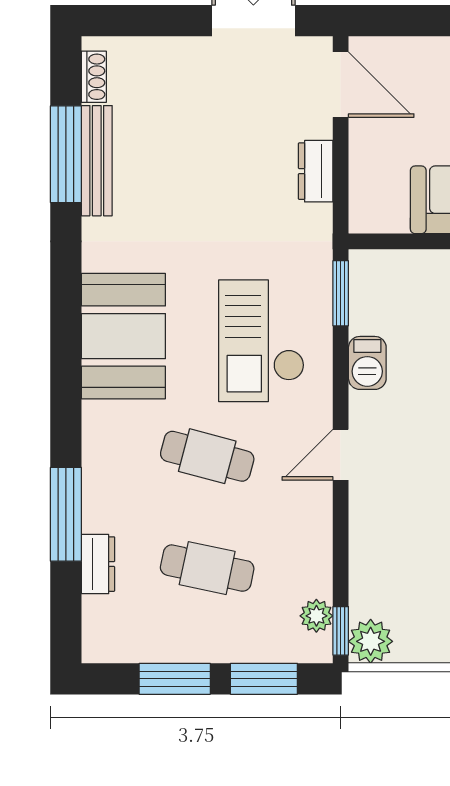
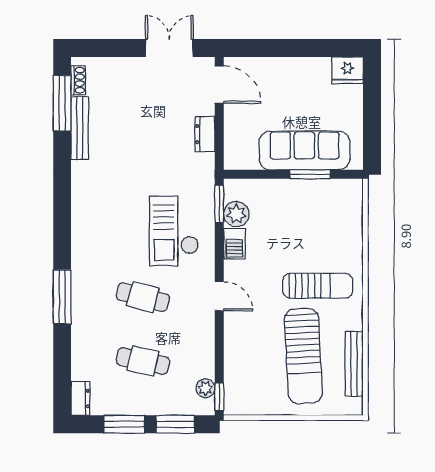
window: (66, 154) -> (62, 103), moved
booth: (123, 336) -> (95, 228), removed
door: (341, 455) -> (219, 296), swing flipped
window: (66, 514) -> (62, 297), moved
dresser: (98, 564) -> (81, 398), moved
plant: (371, 641) -> (236, 214), moved

